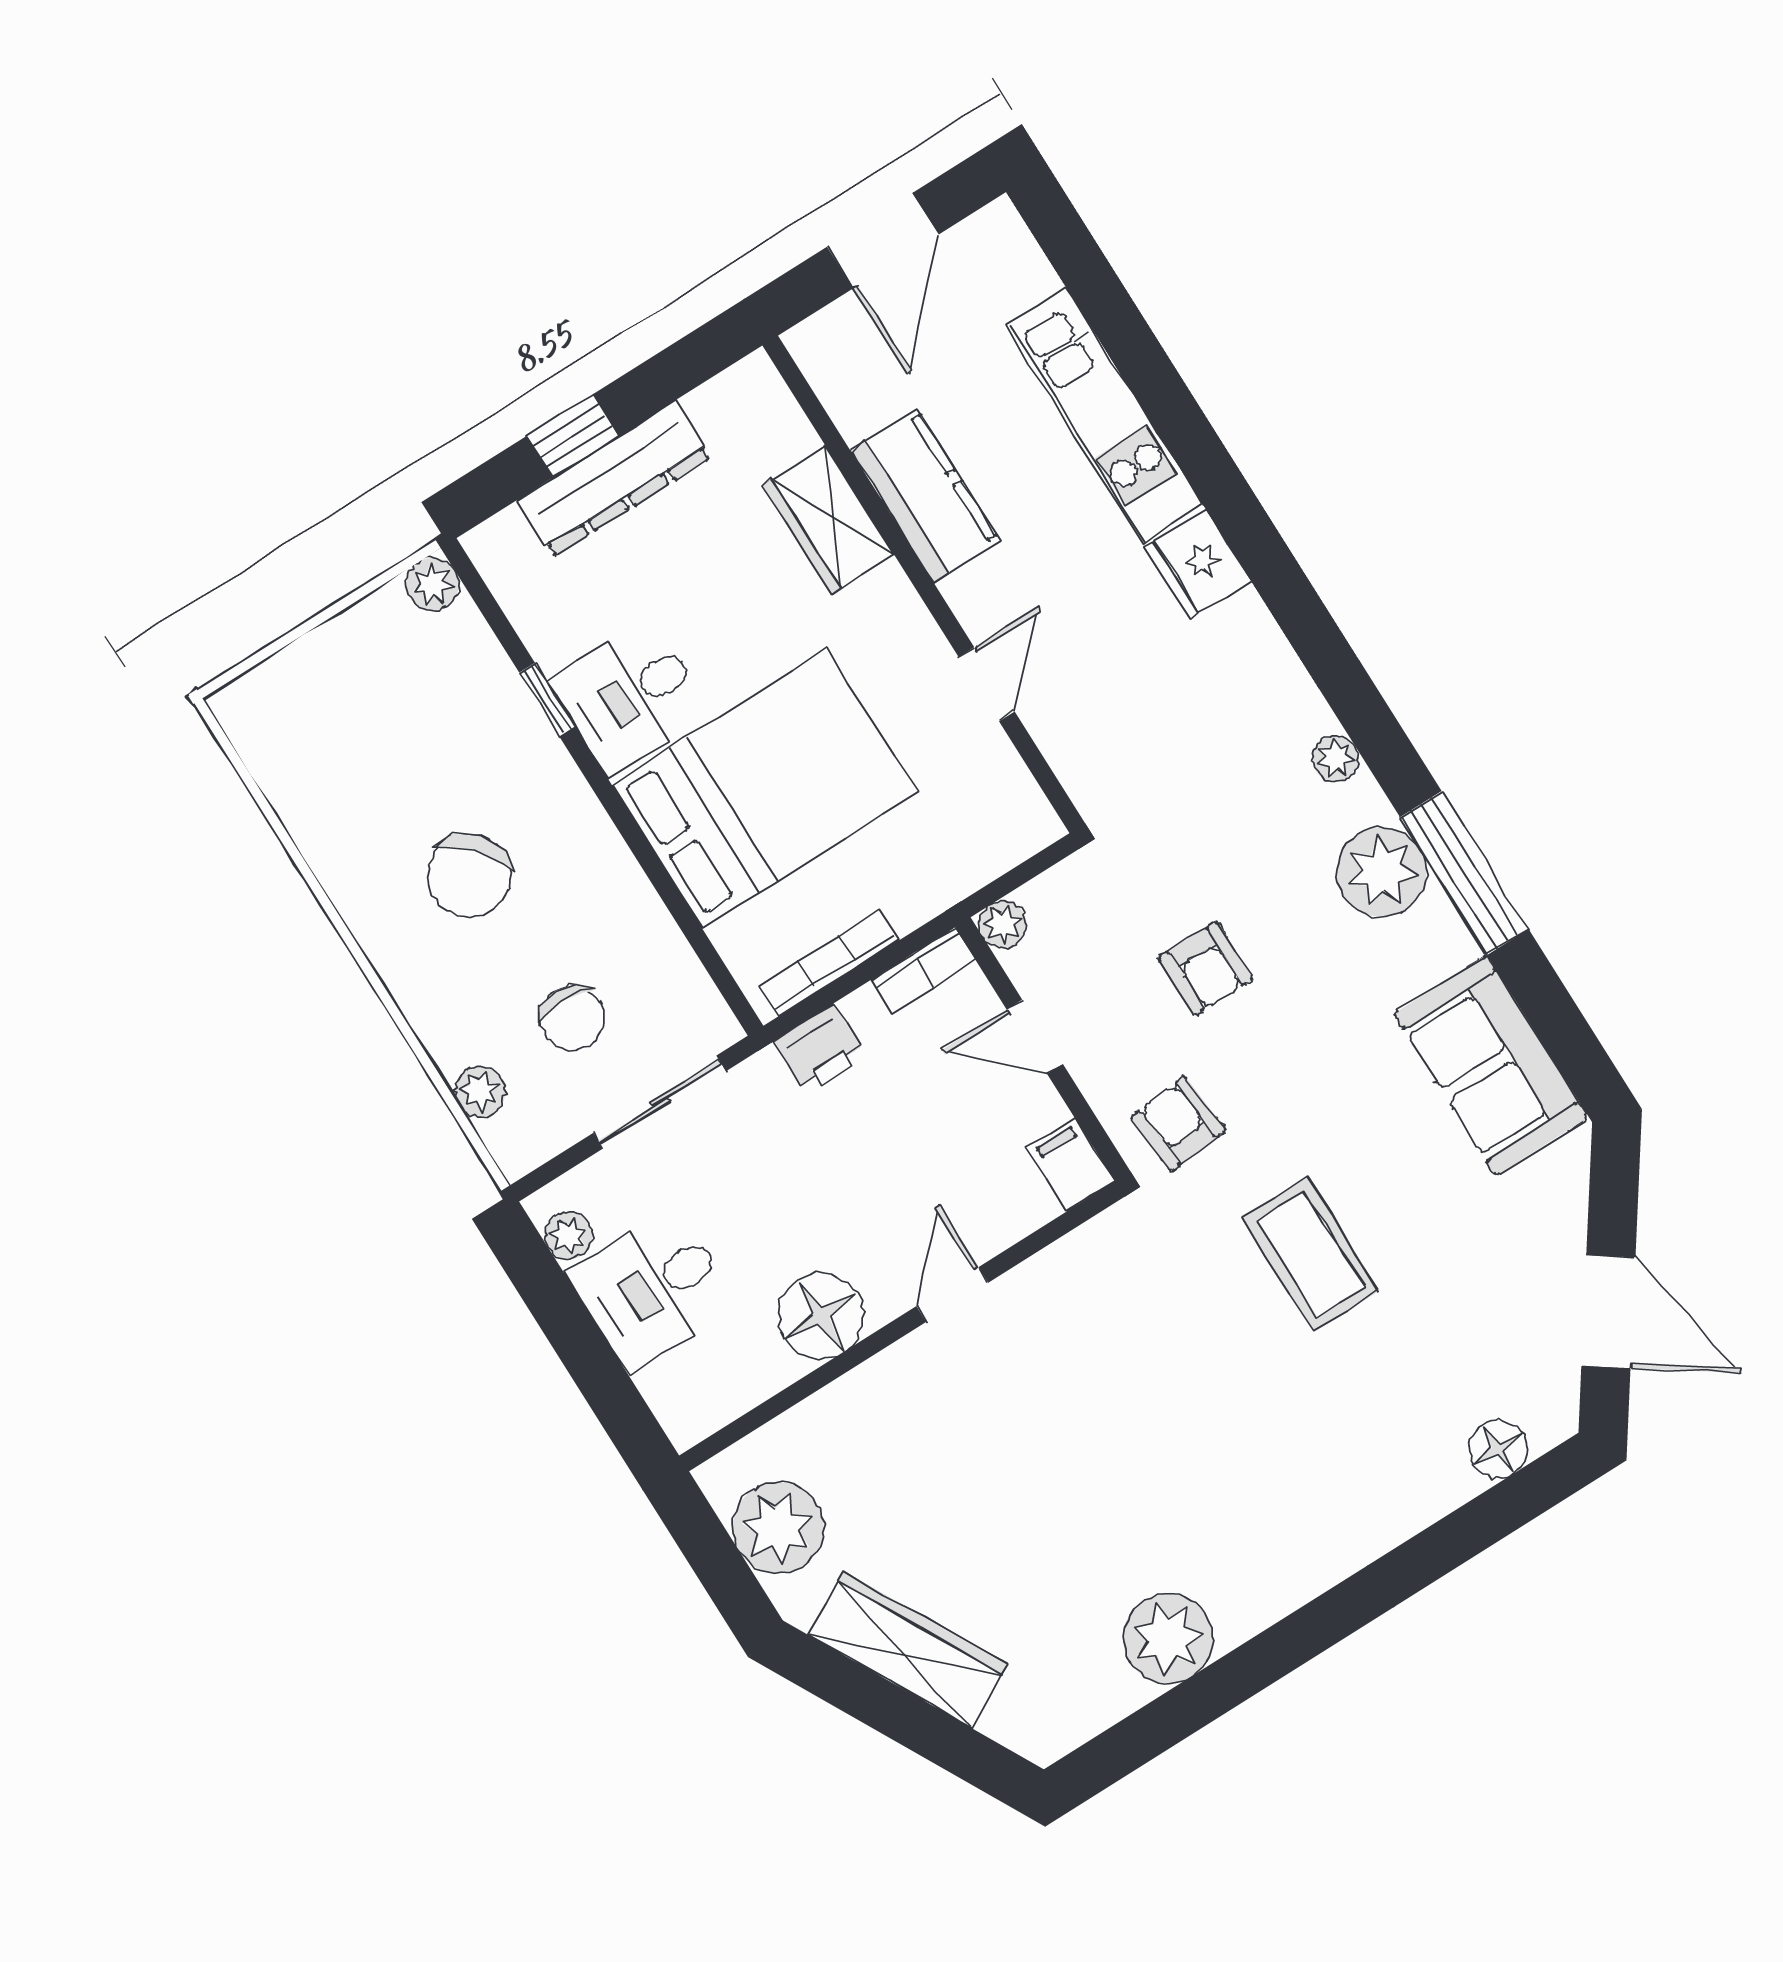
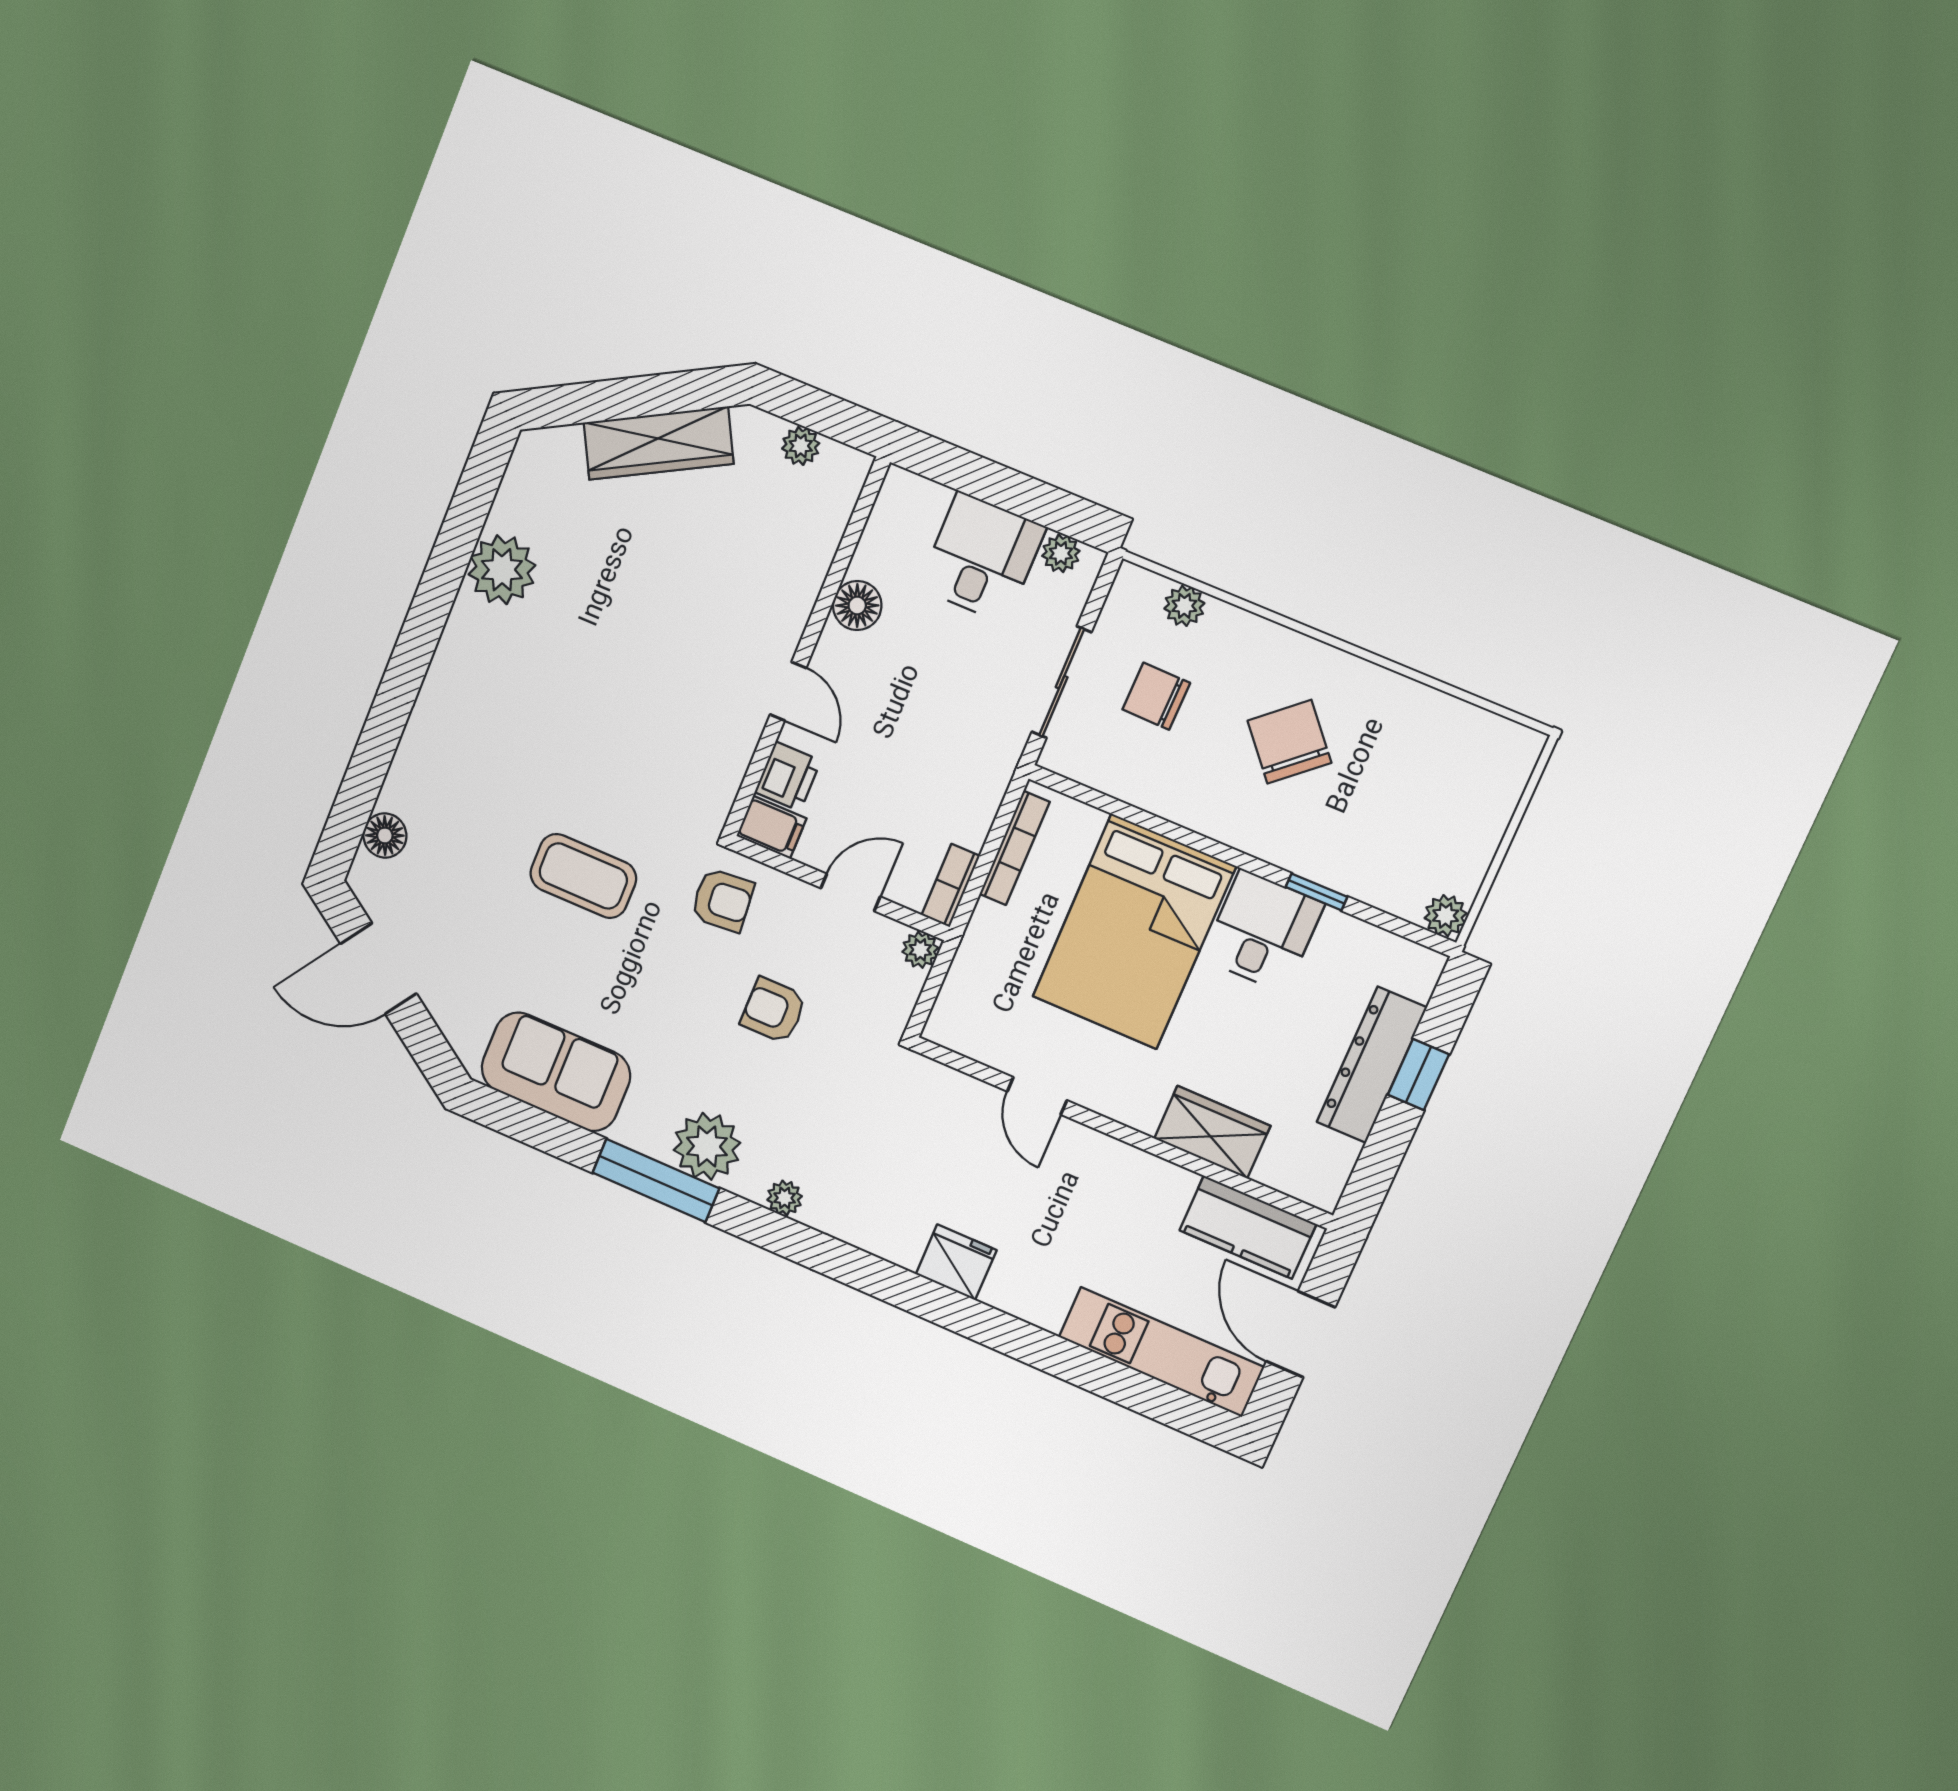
kitchen unit: (1104, 416) -> (1161, 1352), moved
kitchen counter: (925, 496) -> (1248, 1227), moved
printer: (821, 1050) -> (788, 776), moved, turned 180
floor lamp: (821, 1316) -> (857, 606), width x0.73, depth x0.73
plant: (778, 1528) -> (801, 446), width x0.53, depth x0.53

